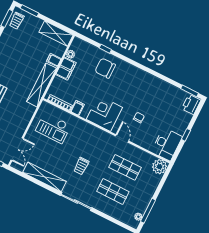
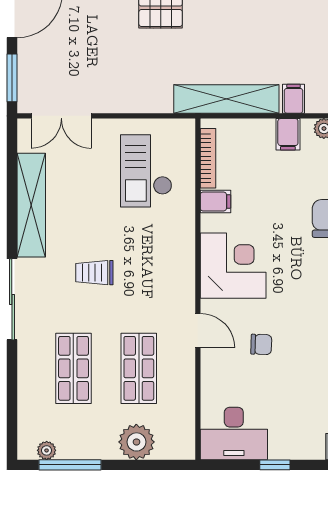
filing cabinet: (66, 69) -> (288, 134), width x0.50
door: (122, 138) -> (198, 331), hinge flipped
plant: (159, 167) -> (136, 442), moved

